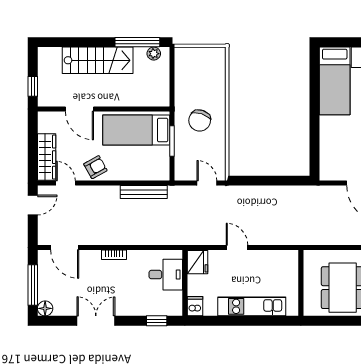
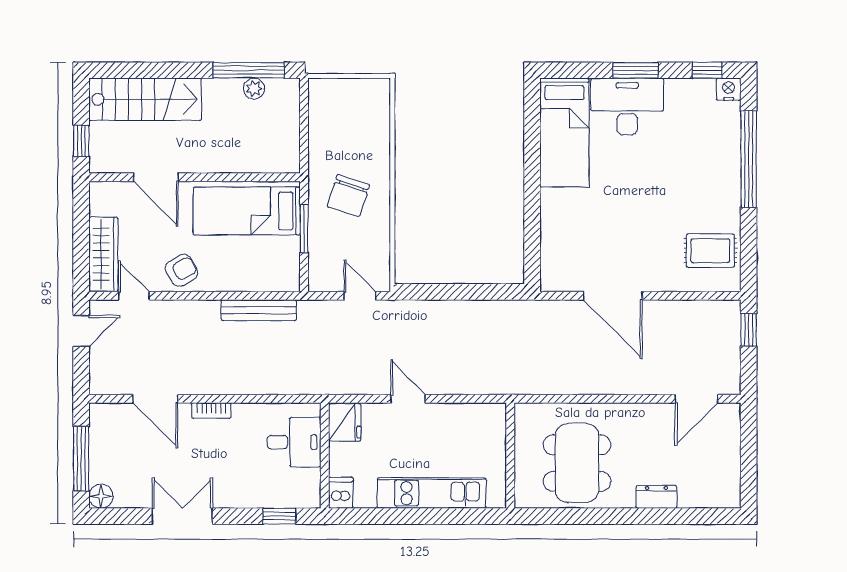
plant: (154, 54) -> (254, 89), moved
stairs: (98, 60) -> (145, 99), moved
door: (65, 247) -> (155, 399), moved

